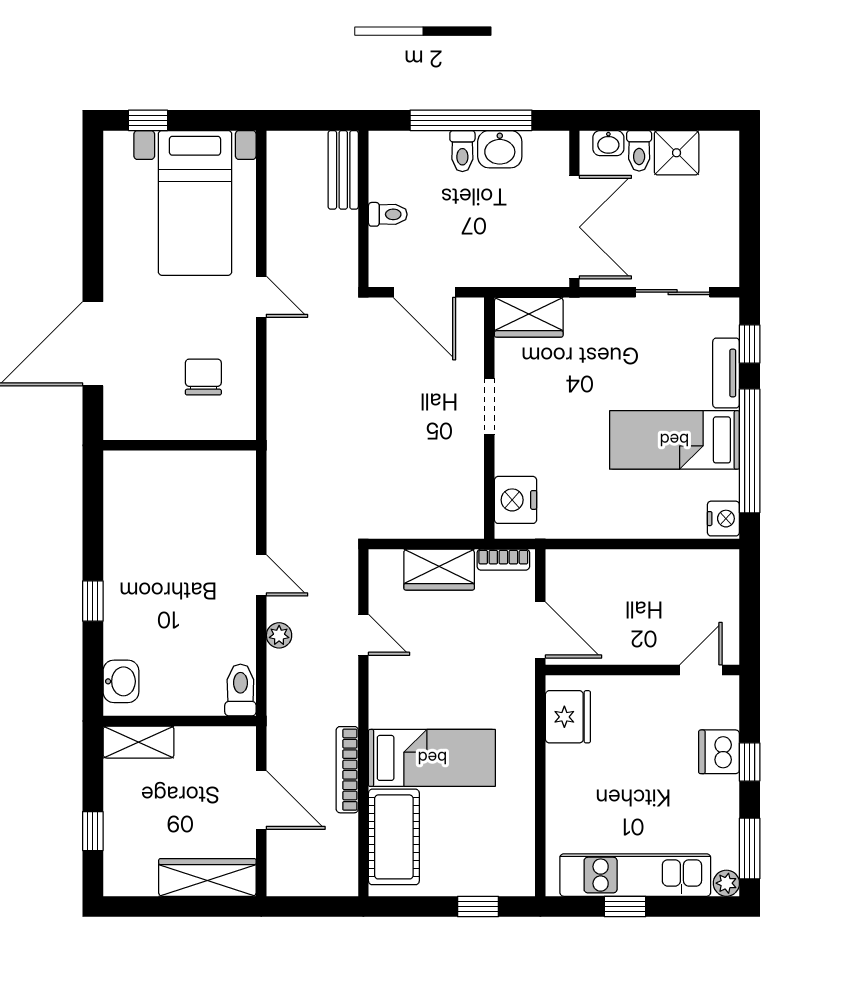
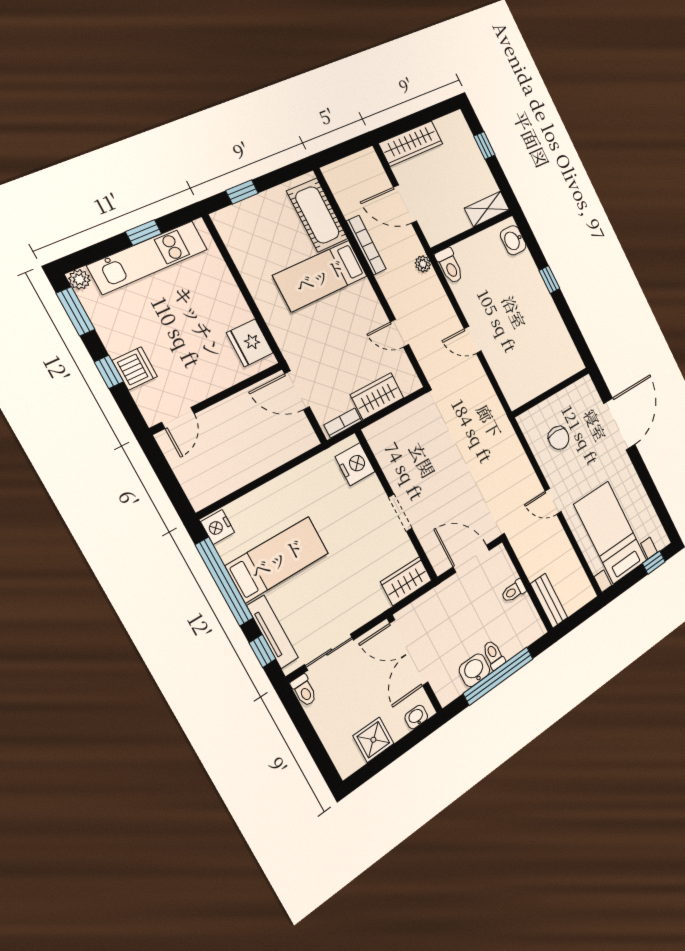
toilet: (639, 151) -> (304, 690), moved, turned 180
tv unit: (726, 373) -> (273, 632), width x1.41
plant: (279, 635) -> (423, 264), moved

